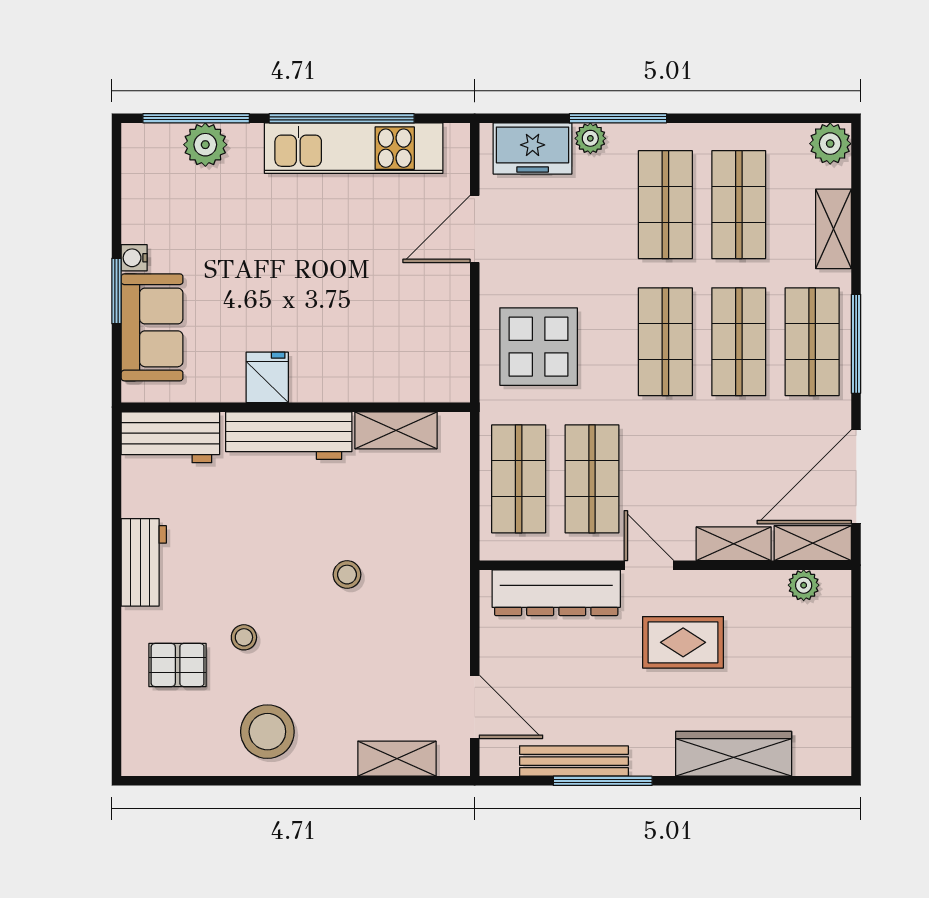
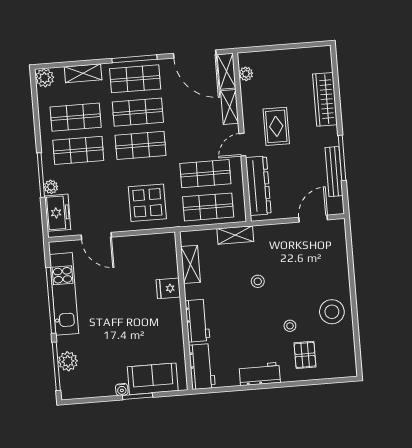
fridge: (267, 377) -> (168, 288), moved
workbench: (289, 436) -> (197, 321), width x0.73
shelving: (397, 759) -> (235, 235), moved, turned 90

